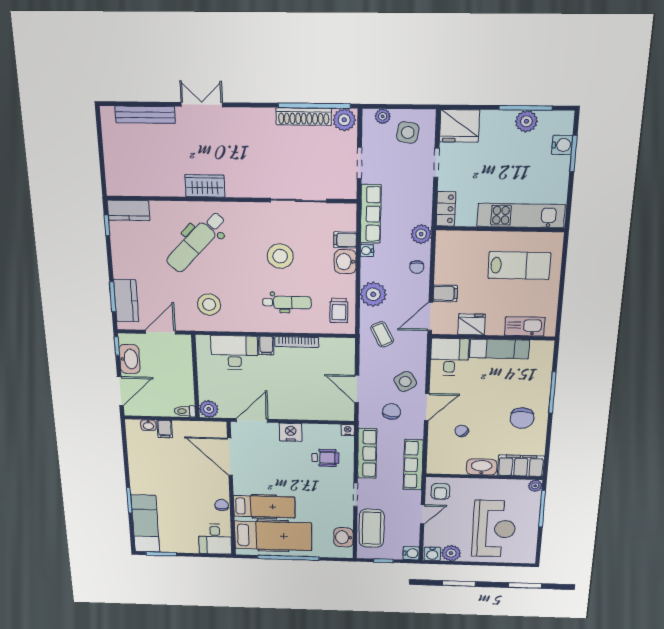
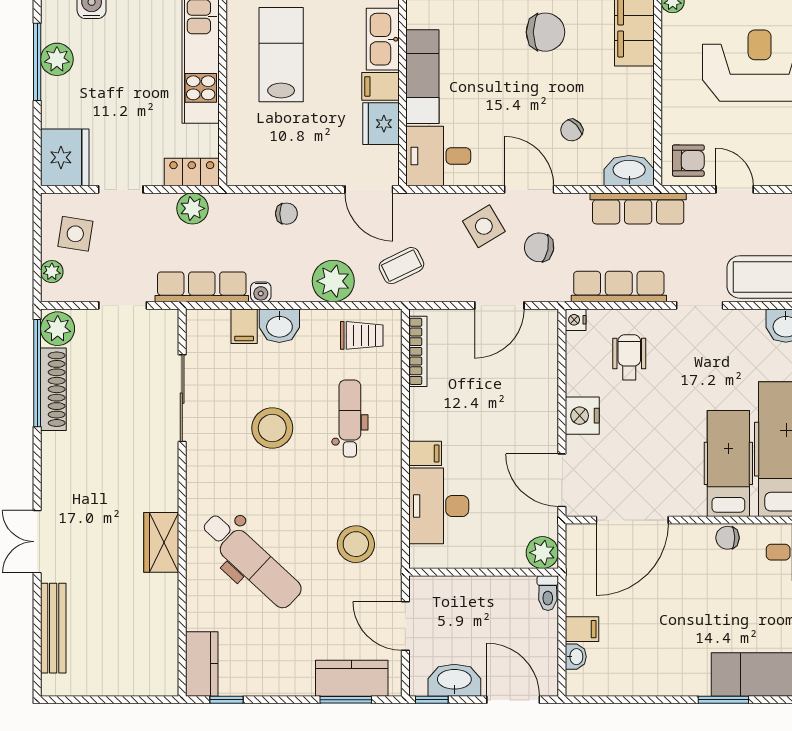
plant: (421, 234) -> (192, 208), moved
filing cabinet: (445, 293) -> (380, 86), moved, turned -90
bookcase: (297, 342) -> (418, 351), moved
washbasin: (482, 467) -> (629, 171), moved, turned 90

